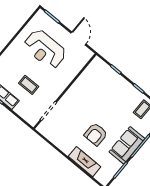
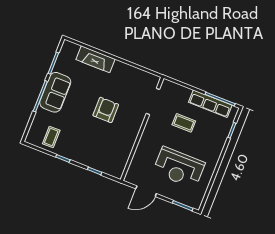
door: (79, 38) -> (146, 191), hinge flipped
reception desk: (45, 49) -> (179, 168), turned 180
armchair: (96, 134) -> (106, 110), moved

